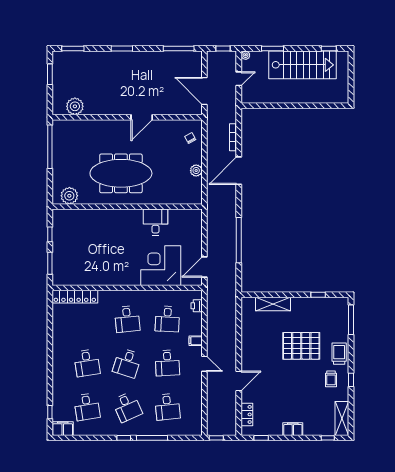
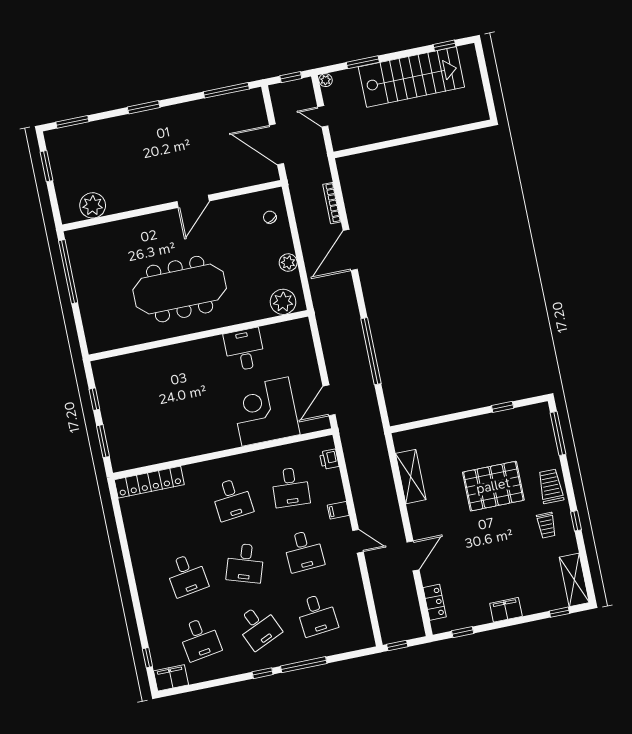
door: (239, 79) -> (323, 116), swing flipped
plant: (69, 196) -> (283, 302), moved
shelving: (273, 304) -> (411, 477), moved, turned 90

